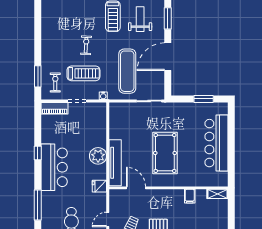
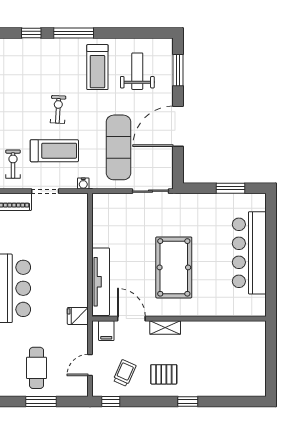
plant: (98, 156) -> (76, 272), removed
shelving: (218, 194) -> (165, 327), moved
filing cabinet: (190, 196) -> (106, 331), moved

